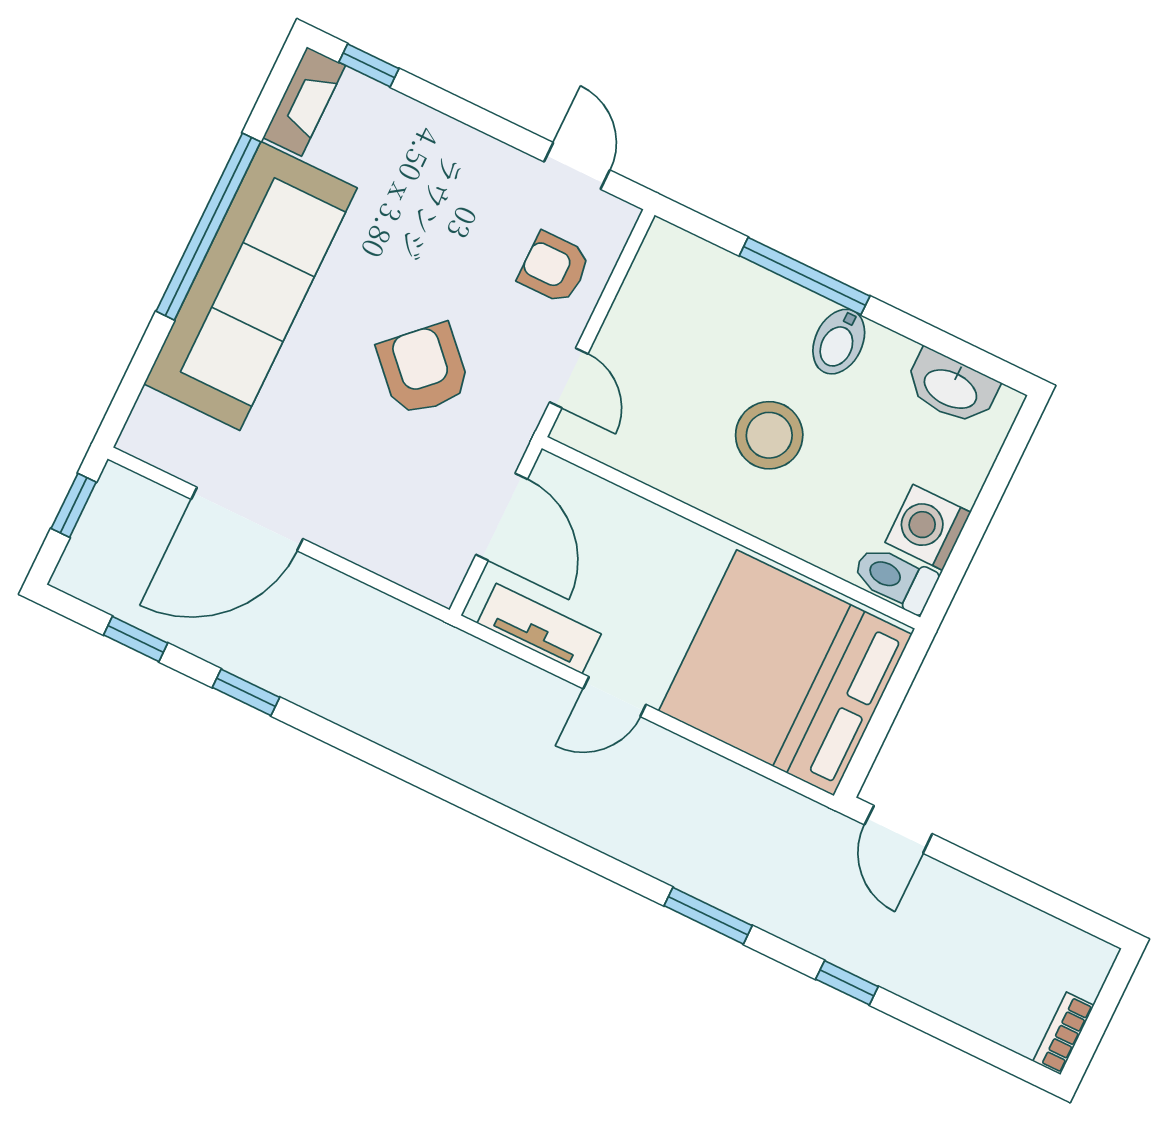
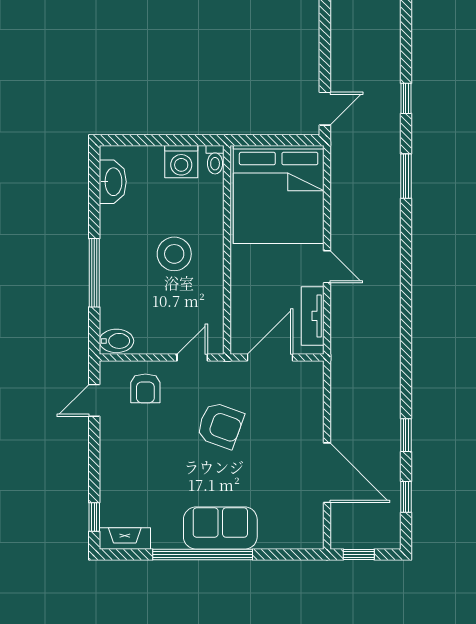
sofa: (250, 286) -> (220, 528), width x0.54, depth x0.79
bidet: (839, 342) -> (116, 341), moved
armchair: (423, 369) -> (220, 425), turned -116
toilet: (895, 579) -> (215, 160), width x0.73, depth x0.72

